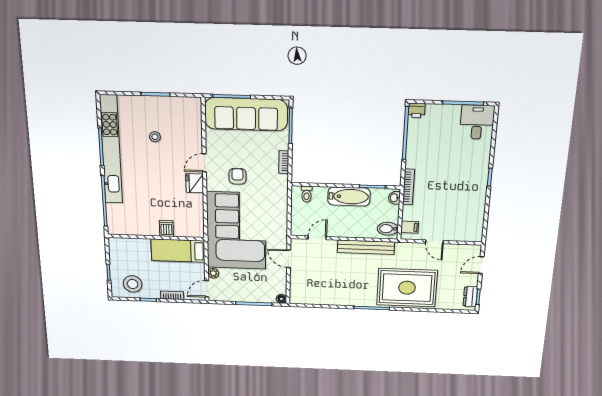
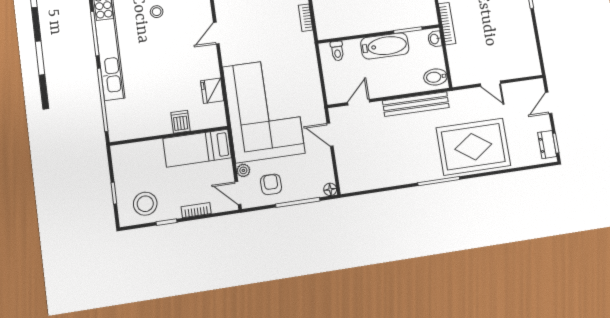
armchair: (237, 176) -> (271, 184), moved
fridge: (195, 183) -> (212, 91), moved
filing cabinet: (410, 227) -> (459, 71), removed
door: (207, 289) -> (238, 193), hinge flipped

